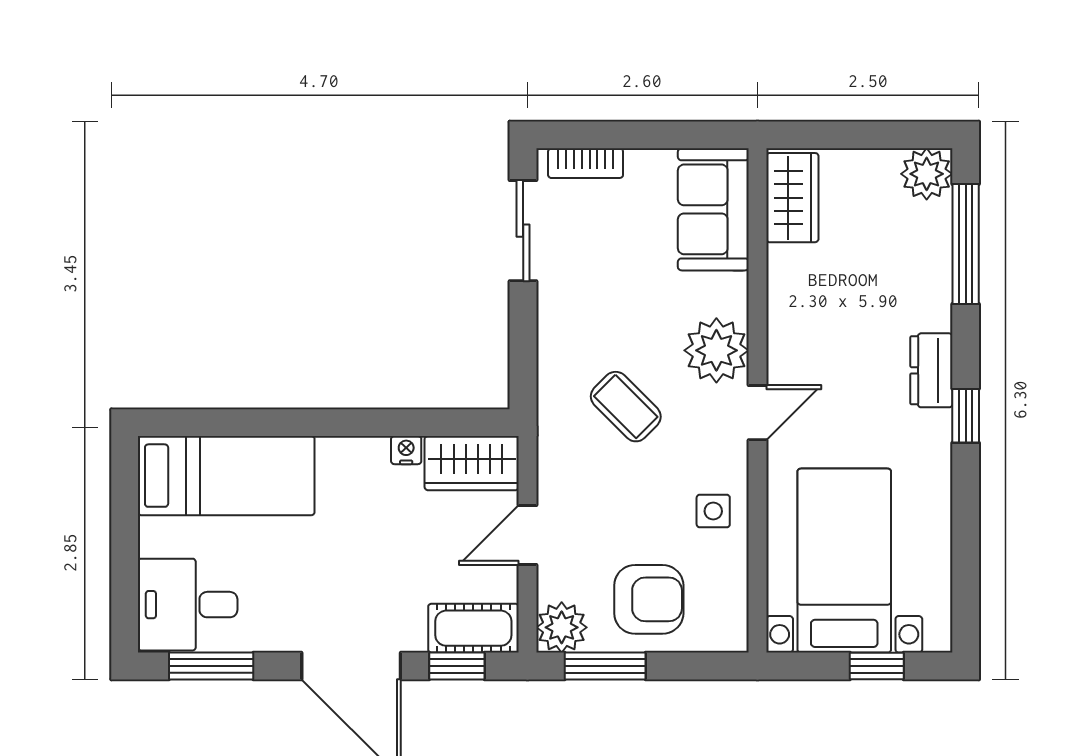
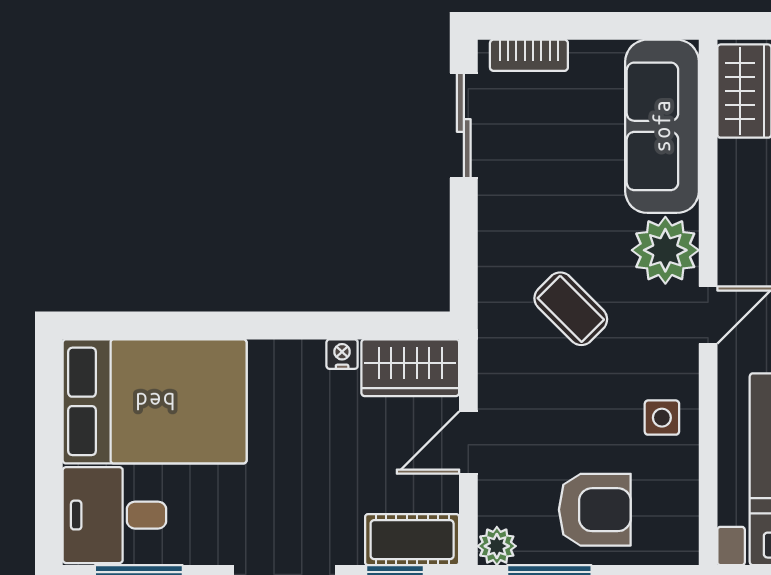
sofa: (713, 209) -> (662, 126), width x1.36
bed: (226, 476) -> (155, 401), width x1.50
plant: (562, 627) -> (497, 546), width x0.73, depth x0.73

